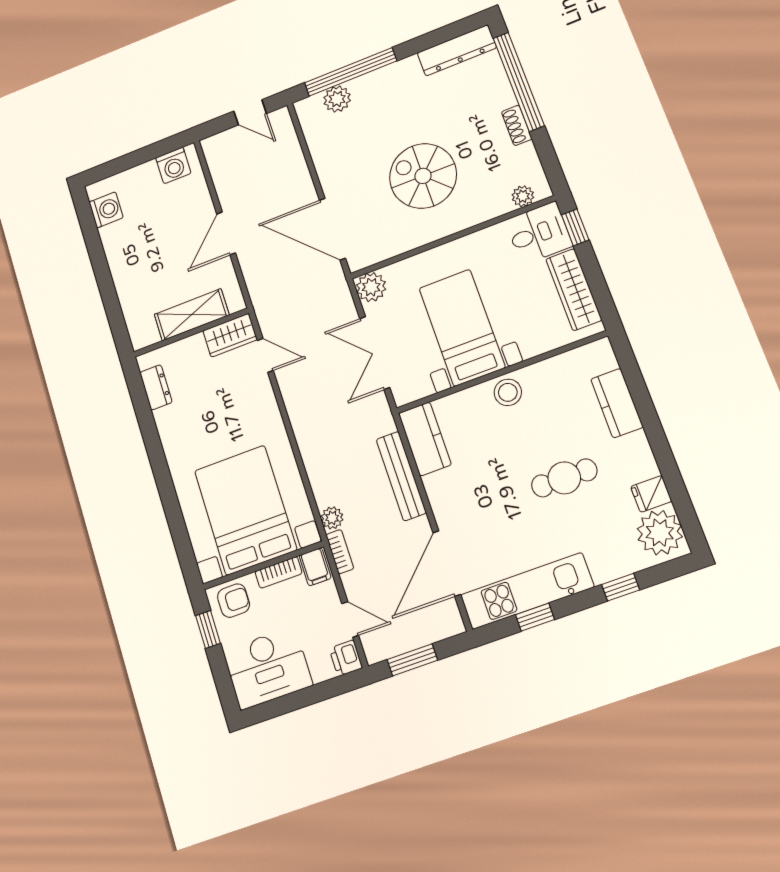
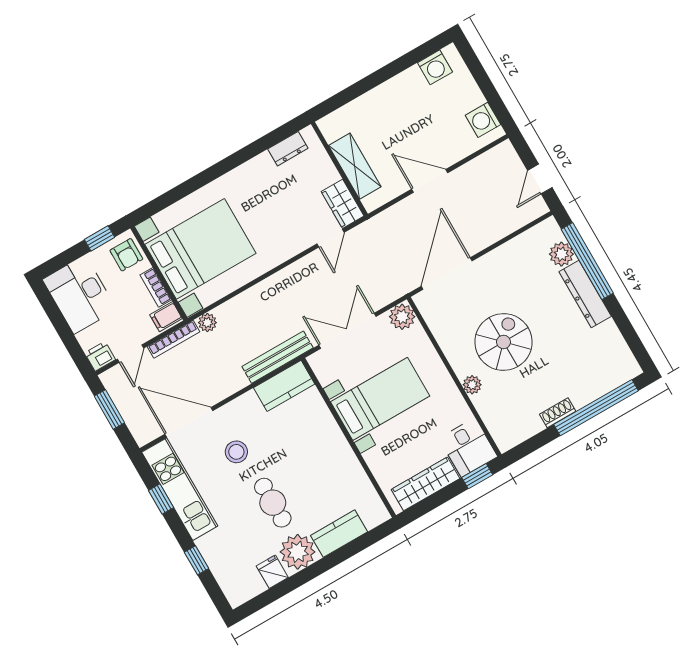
dresser: (457, 50) -> (585, 294), moved
plant: (523, 196) -> (472, 385), moved
stool: (508, 392) -> (236, 452), moved
bench: (401, 476) -> (278, 357), moved
plant: (660, 533) -> (298, 552), moved
bookcase: (340, 552) -> (174, 339), width x1.56

